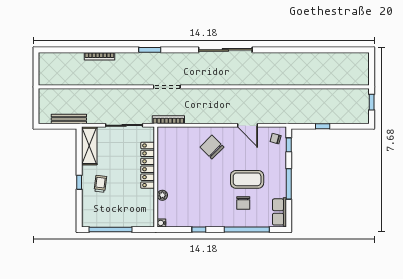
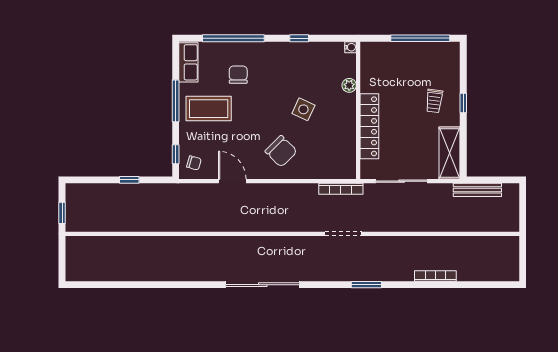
side table: (196, 178) -> (303, 109), added
coffee table: (247, 179) -> (209, 109), moved

